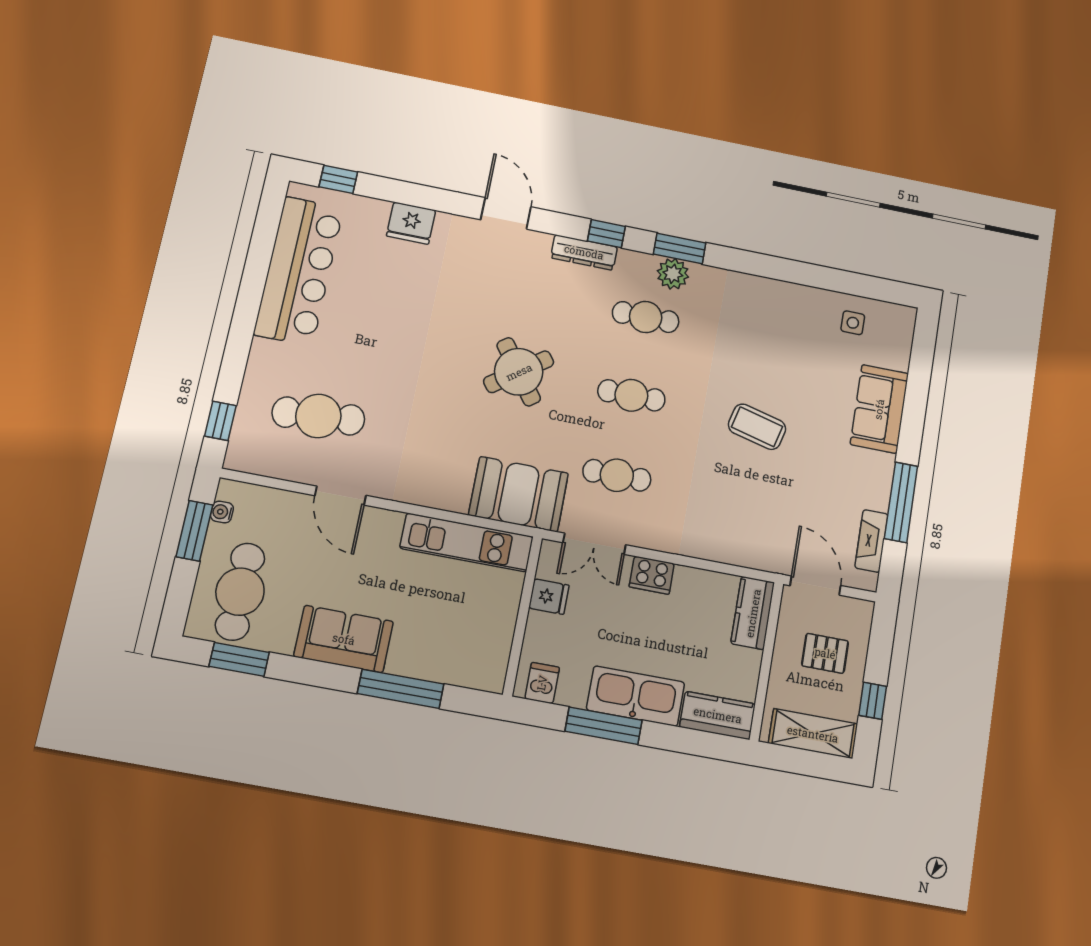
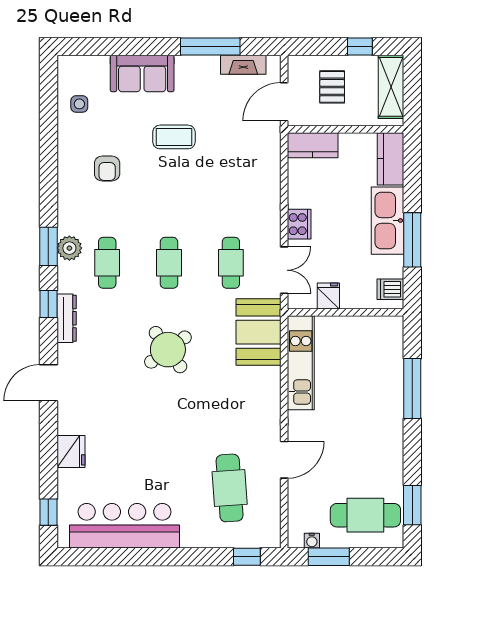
armchair: (766, 341) -> (107, 168), added
coffee table: (757, 427) -> (174, 137), moved, turned 76
sofa: (344, 639) -> (385, 436), removed

